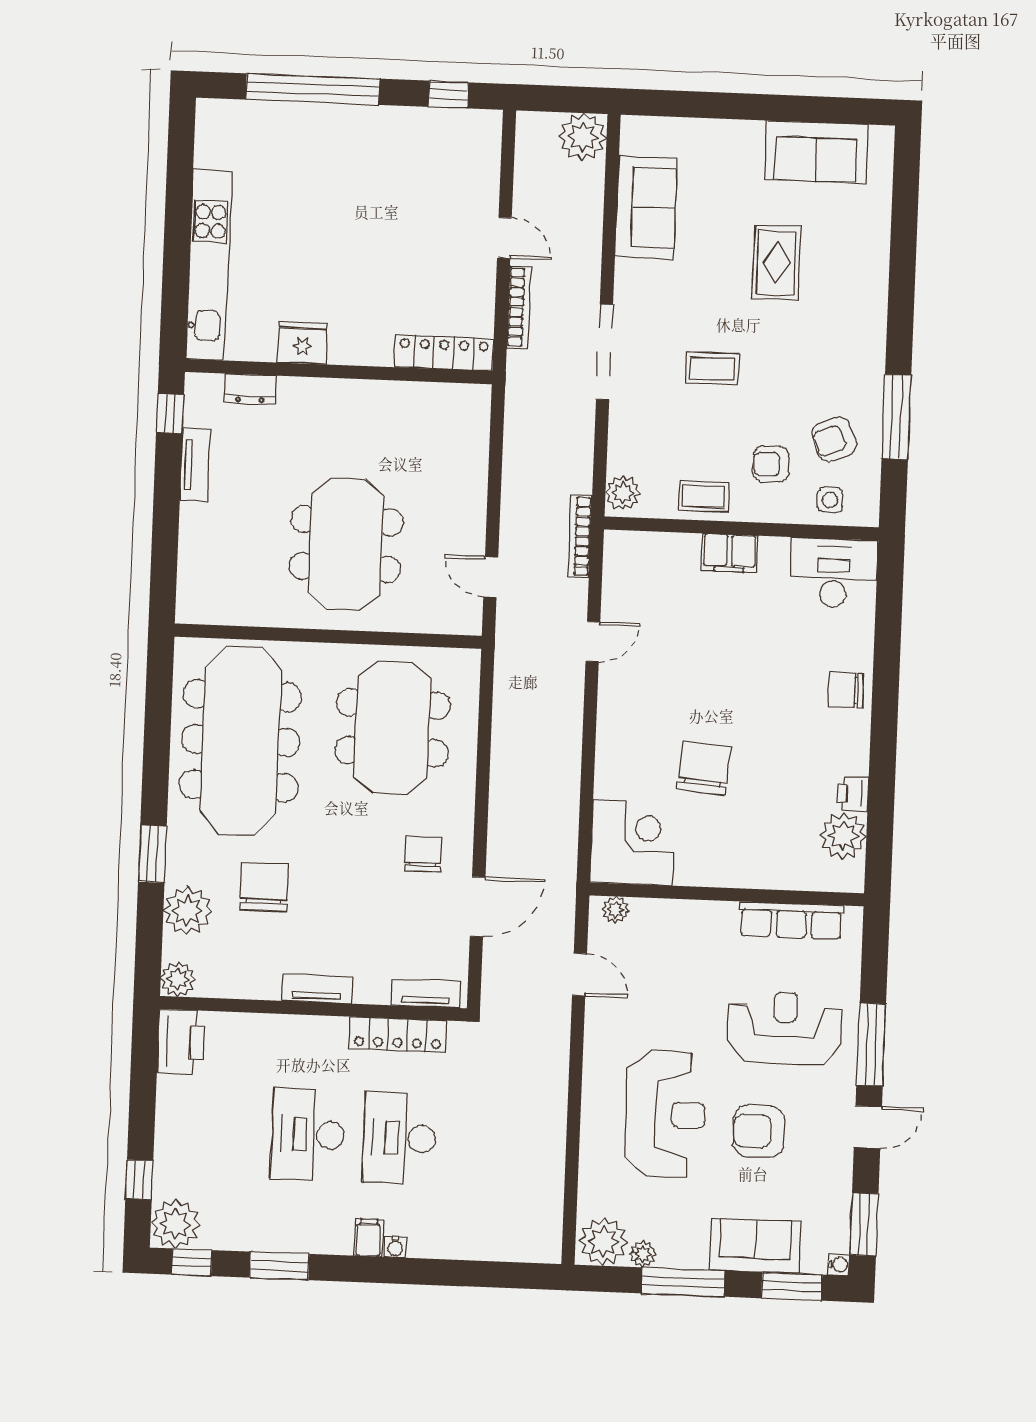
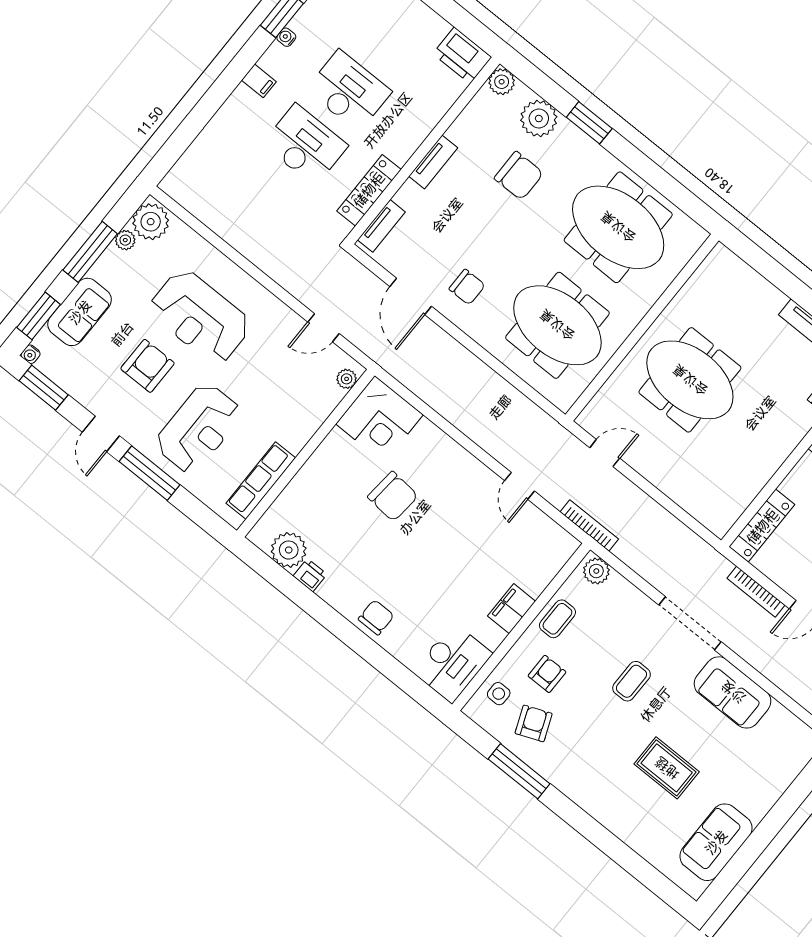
sofa: (646, 208) -> (733, 692), moved
meeting table: (241, 741) -> (618, 227), width x0.73
water cooler: (395, 1247) -> (286, 37), moved

